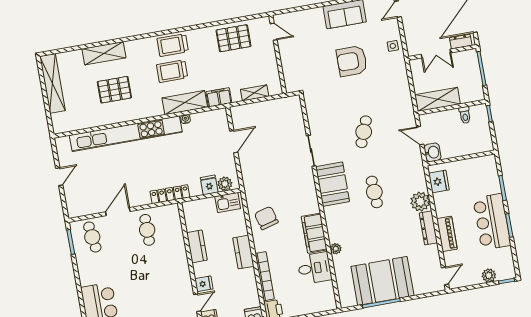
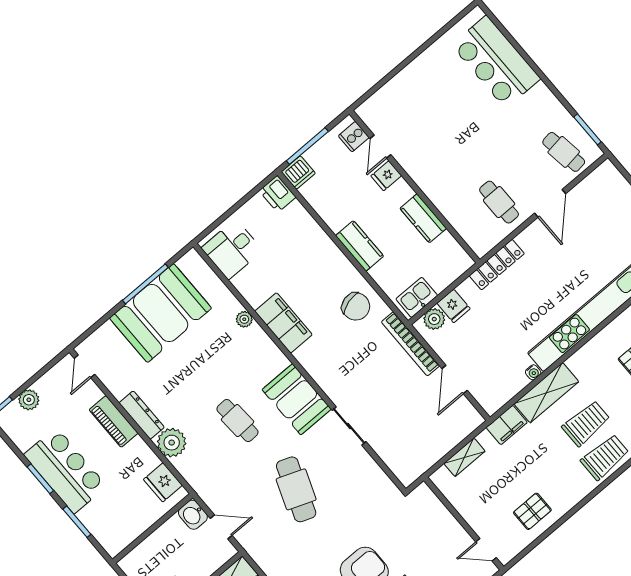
pallet: (233, 38) -> (532, 511), width x0.67, depth x0.71
cafe table: (364, 132) -> (296, 489), width x1.37, depth x1.35
desk: (314, 268) -> (232, 249), moved
bookcase: (265, 276) -> (410, 344), moved

